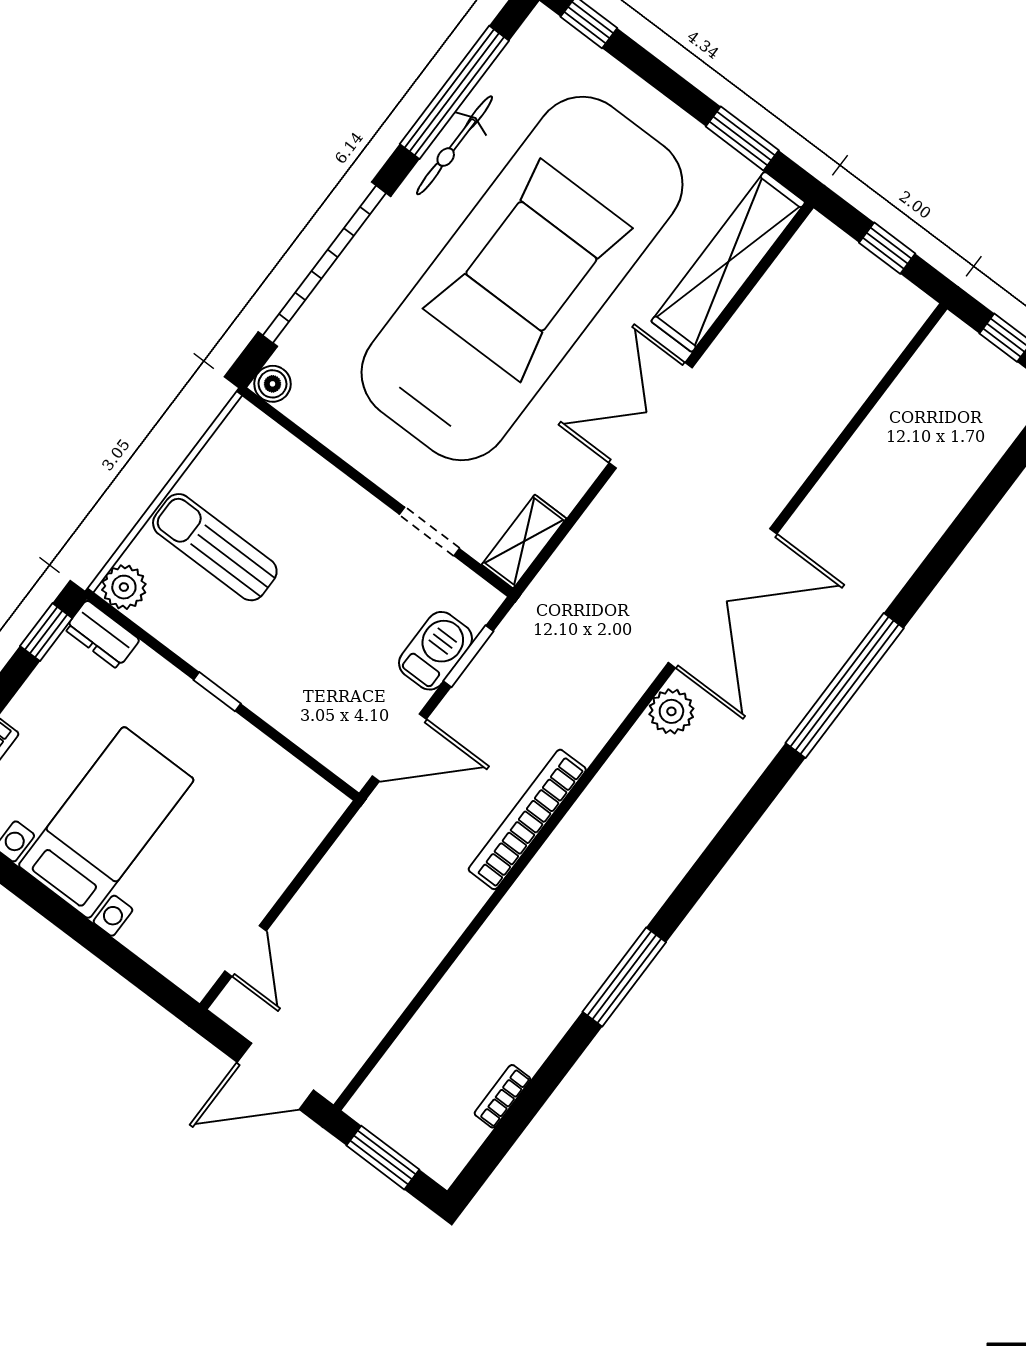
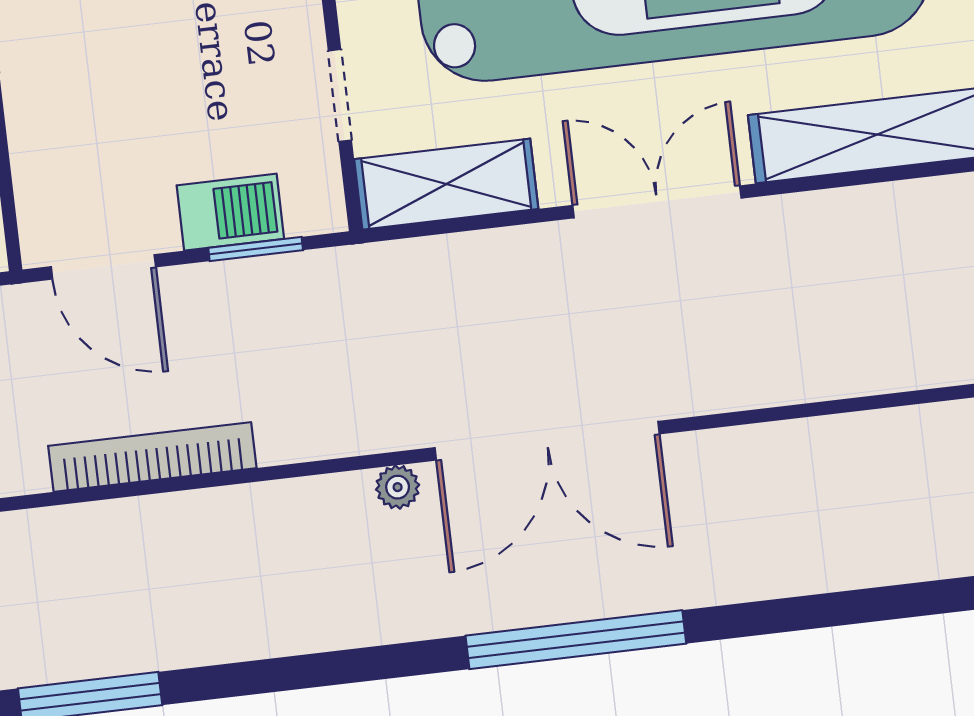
shelving: (524, 541) -> (446, 184), width x1.50, depth x1.33
plant: (671, 711) -> (398, 487), width x0.73, depth x0.73

